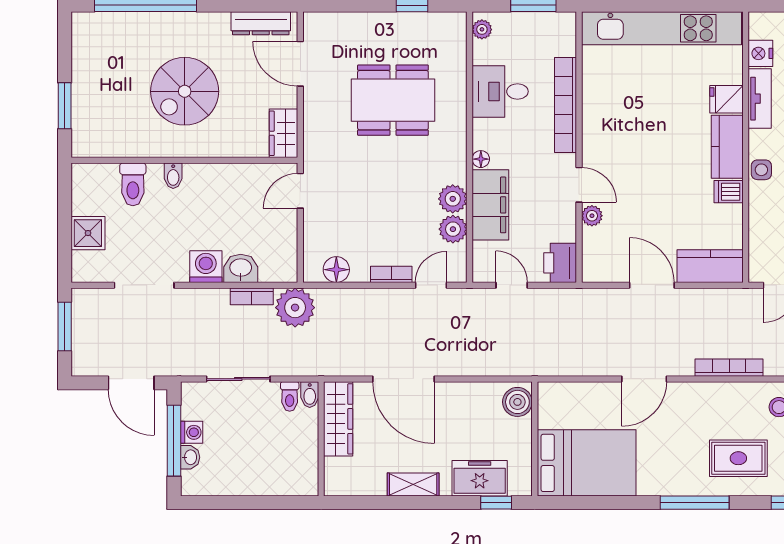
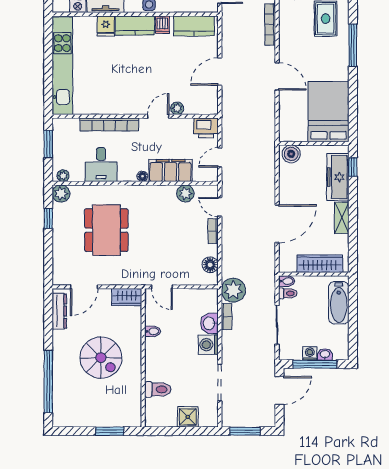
bidet: (173, 176) -> (153, 331), moved
plant: (453, 199) -> (61, 194), moved
kitchen counter: (710, 266) -> (194, 26), moved, turned -90
wardrobe: (338, 419) -> (320, 264), moved
freezer: (480, 478) -> (338, 177), width x1.40
bathtub: (274, 480) -> (339, 303), added

